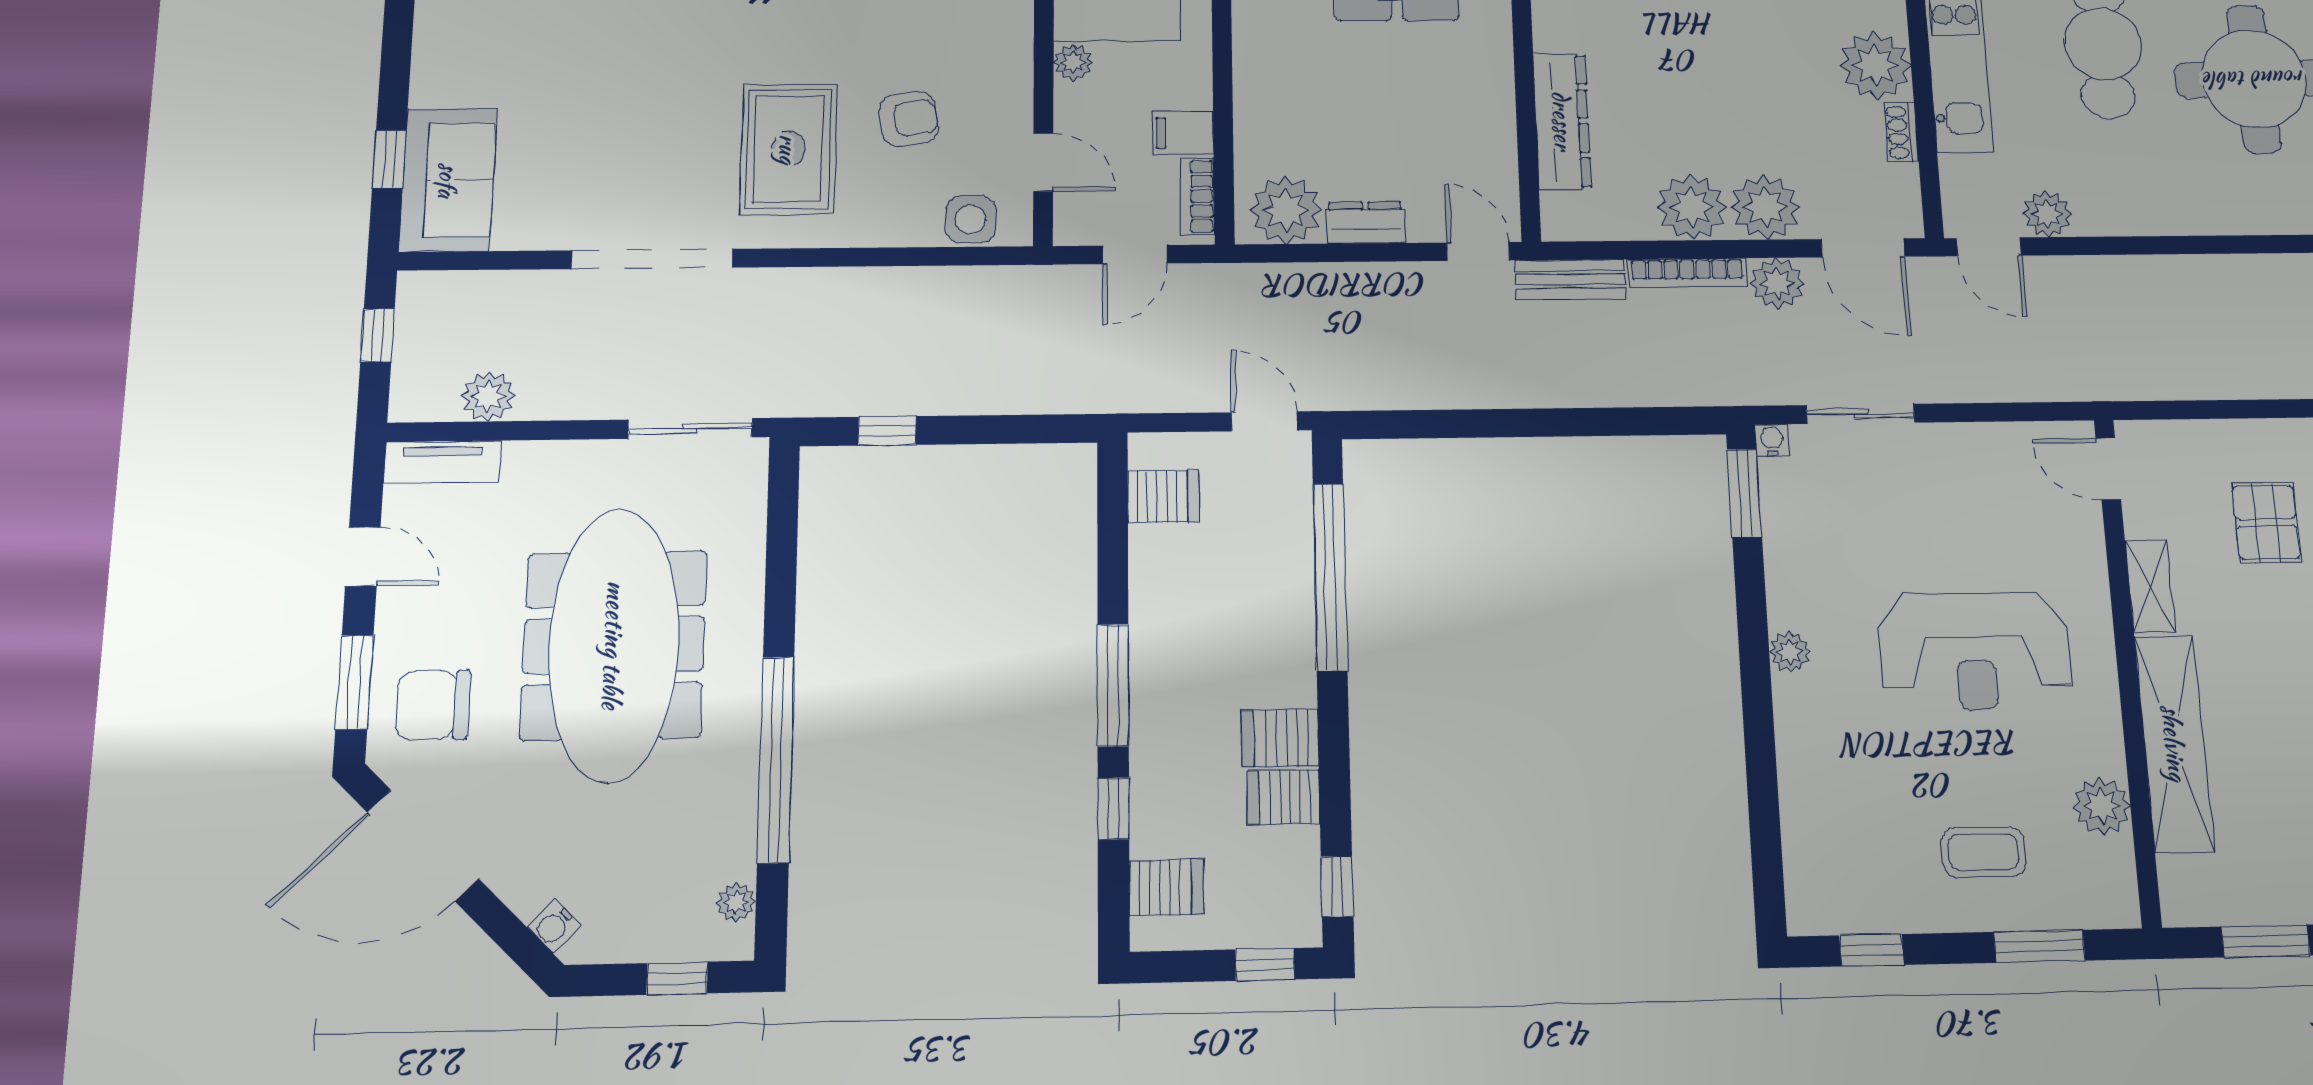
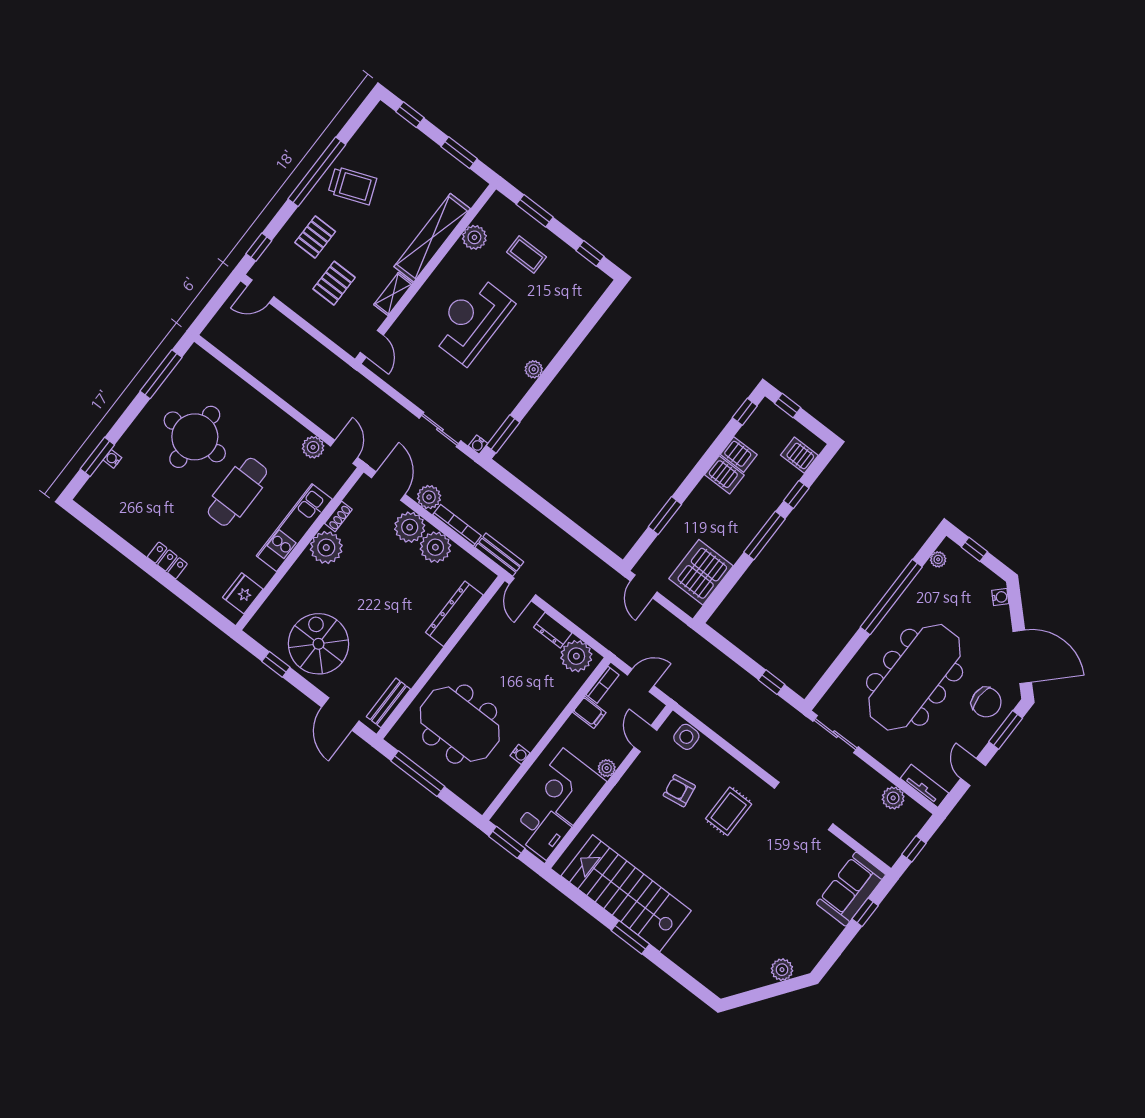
rug: (788, 149) -> (729, 811), width x0.73, depth x0.70
server rack: (1163, 496) -> (701, 572), width x2.18, depth x1.44
window: (1330, 577) -> (665, 516), width x0.47
reception desk: (1975, 651) -> (472, 320), turned -90

